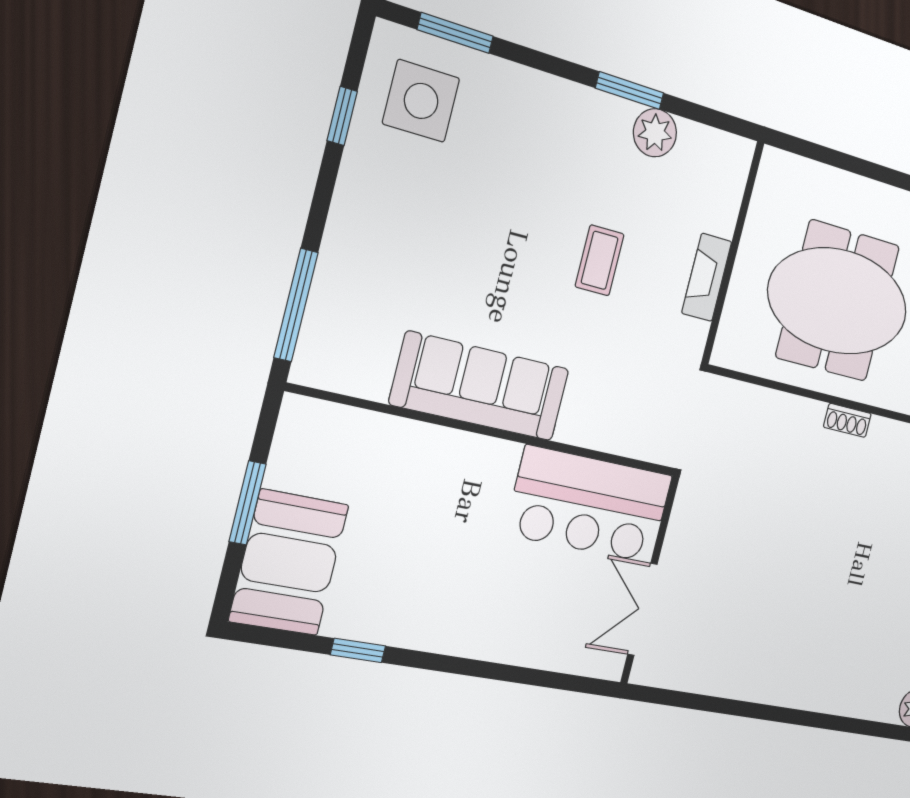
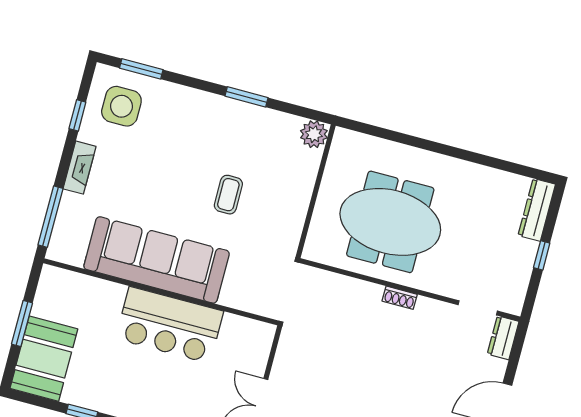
plant: (655, 133) -> (314, 134), moved
fireplace: (707, 277) -> (80, 168), moved, turned 180
sofa: (480, 387) -> (157, 260), width x1.36, depth x1.27
bar counter: (589, 505) -> (170, 325), moved

